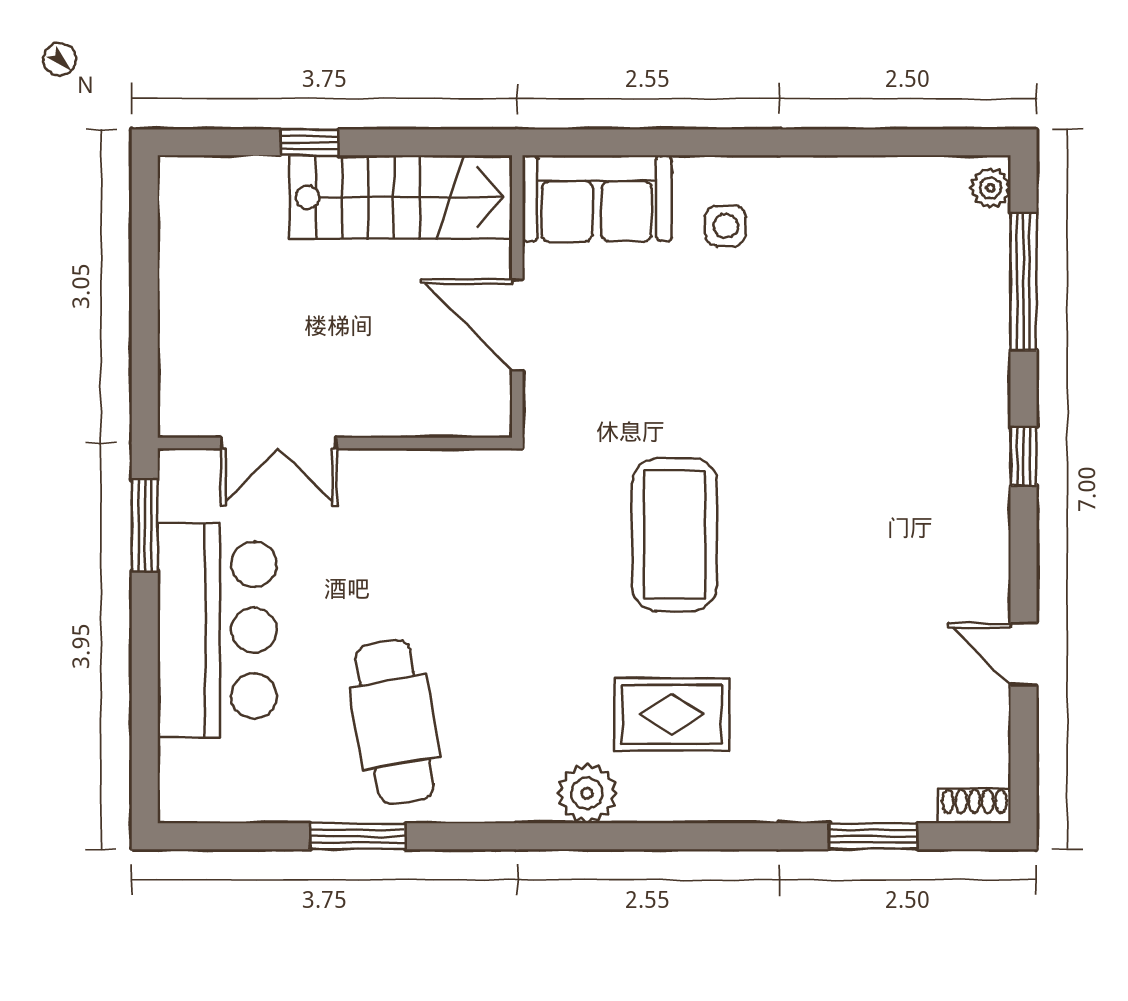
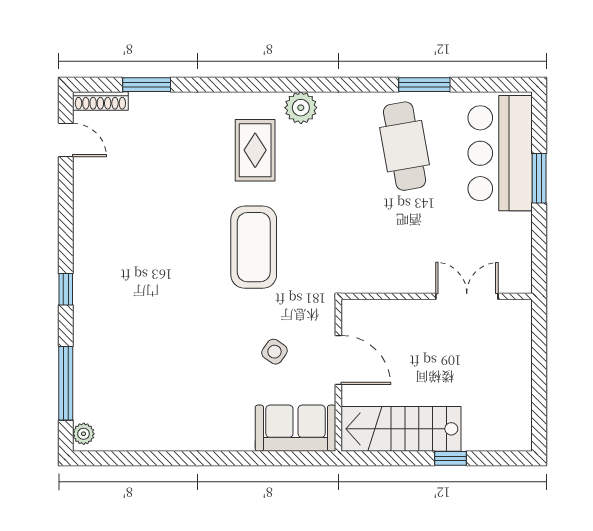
side table: (726, 226) -> (274, 352), moved, turned 35
window: (145, 526) -> (539, 178), moved
bar counter: (217, 630) -> (500, 153), moved
door: (1023, 654) -> (66, 140), moved
rug: (672, 714) -> (255, 150), turned 90
shoe rack: (975, 806) -> (100, 101), width x1.43

